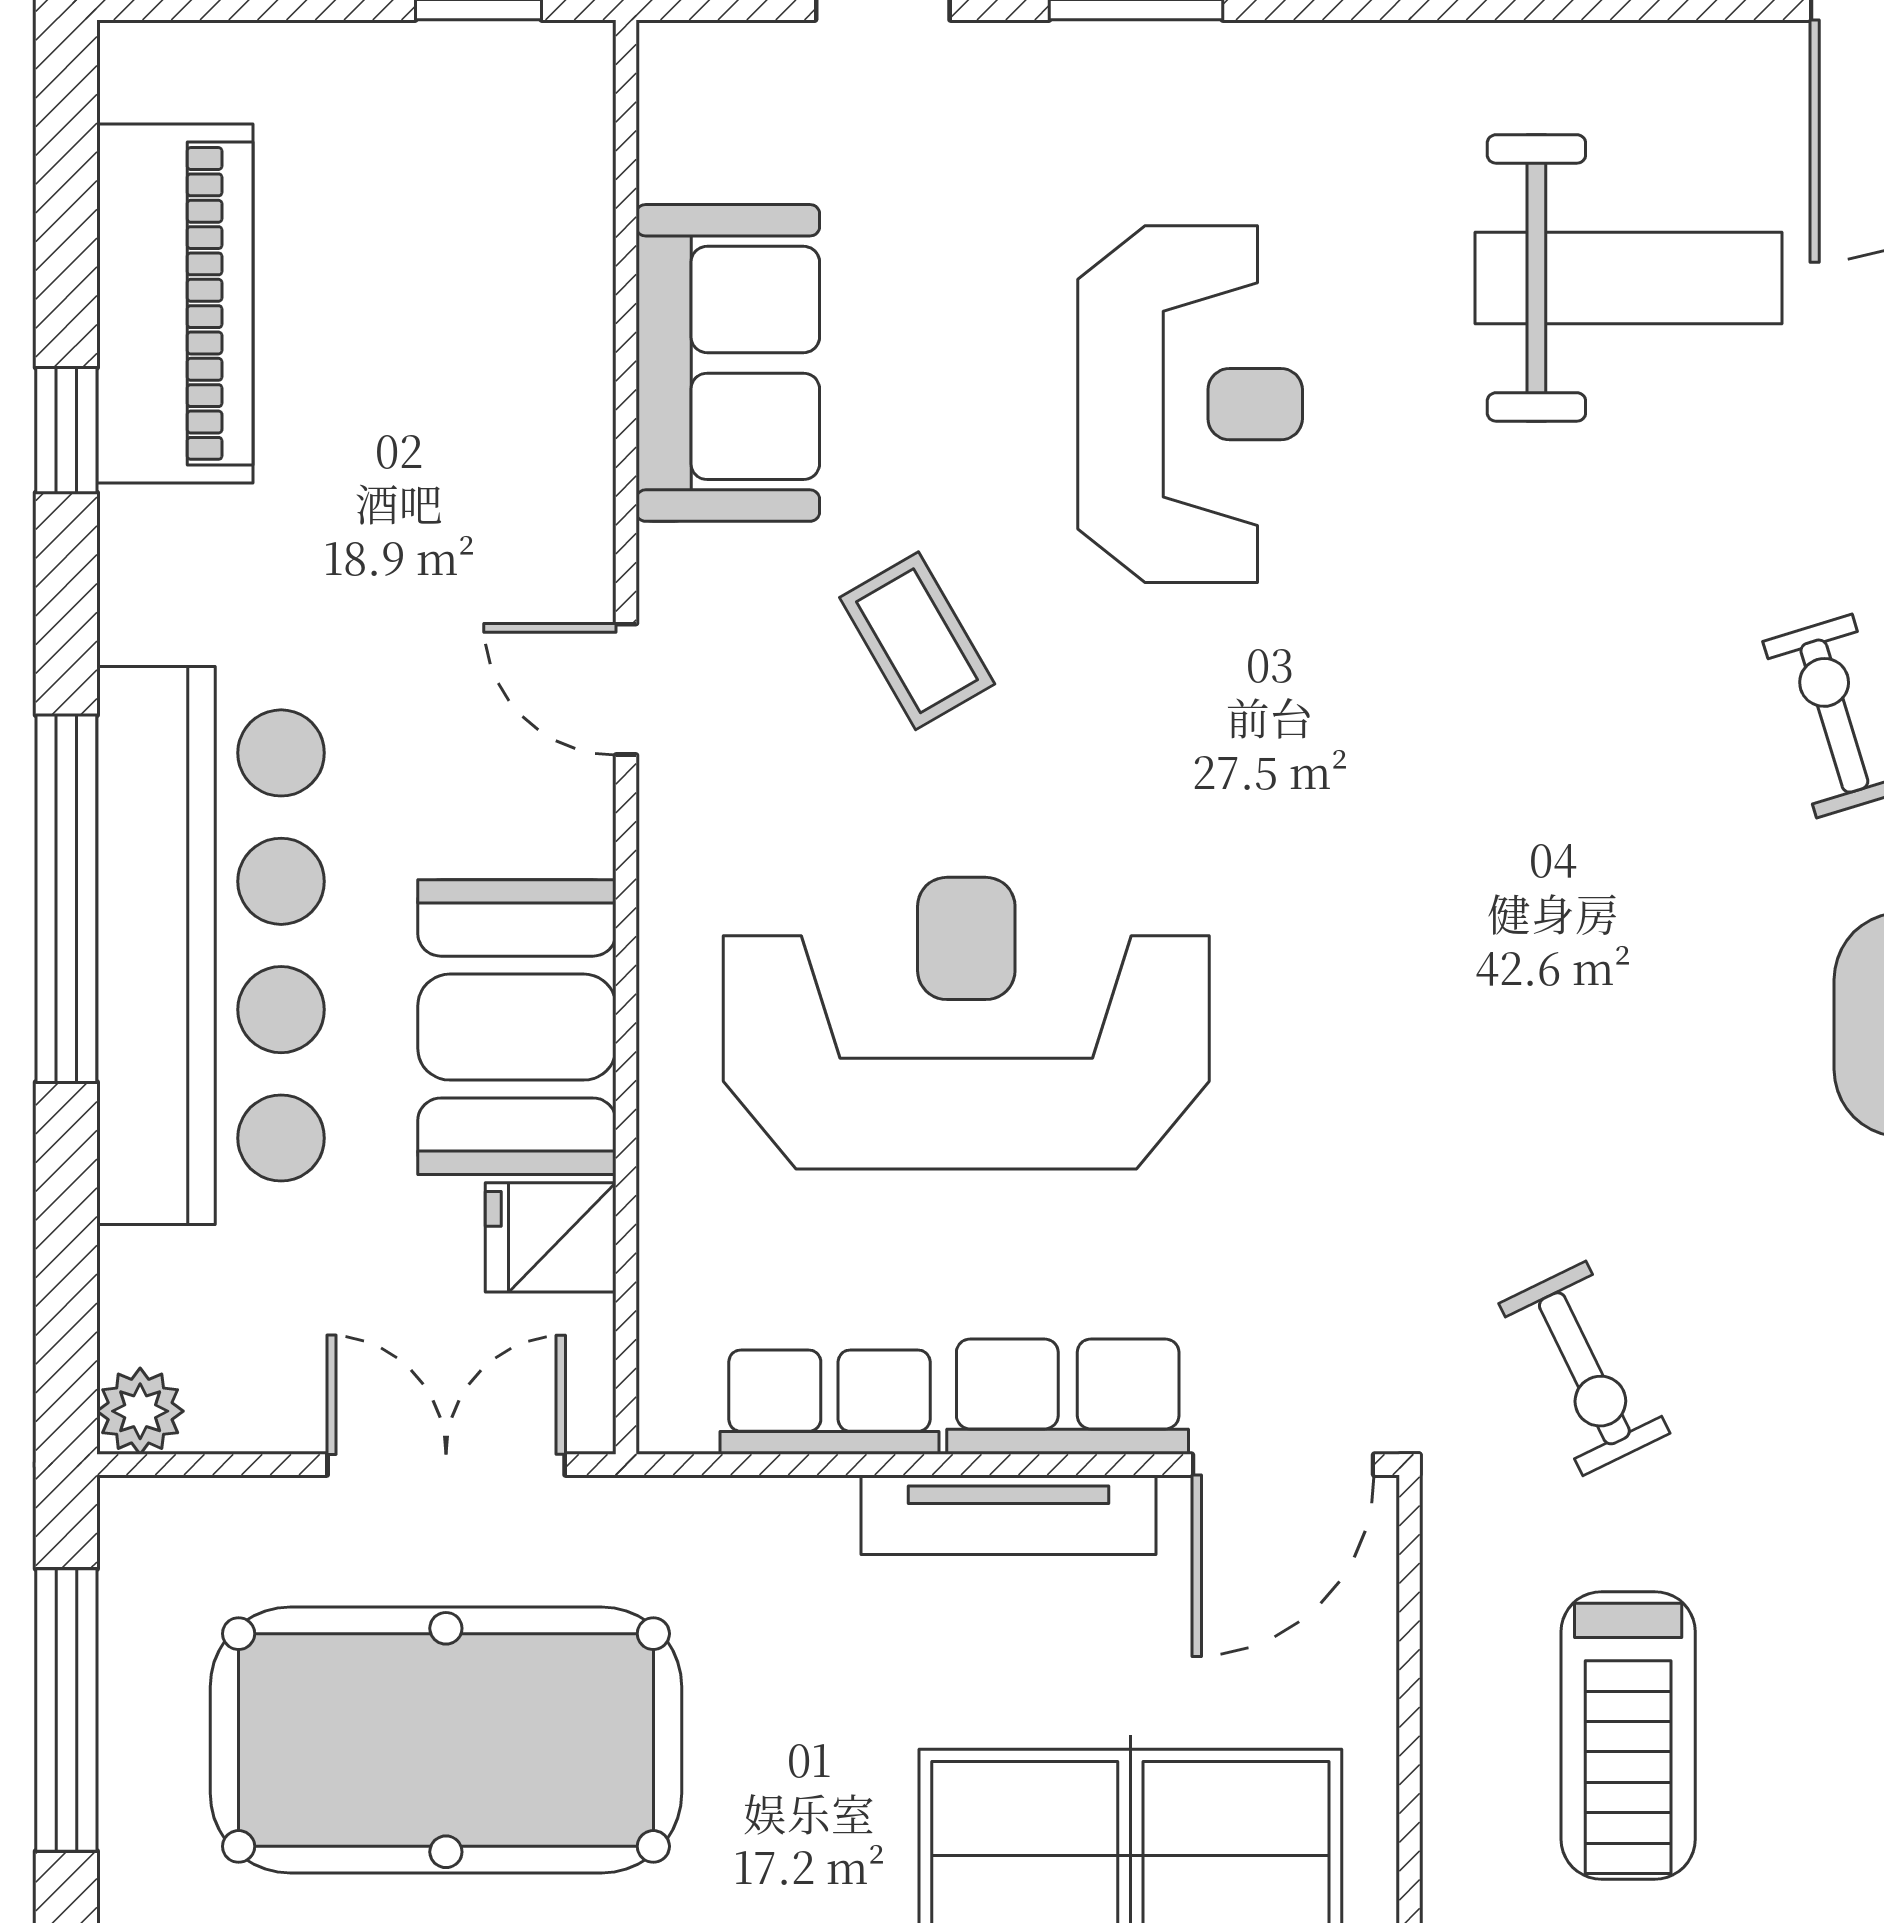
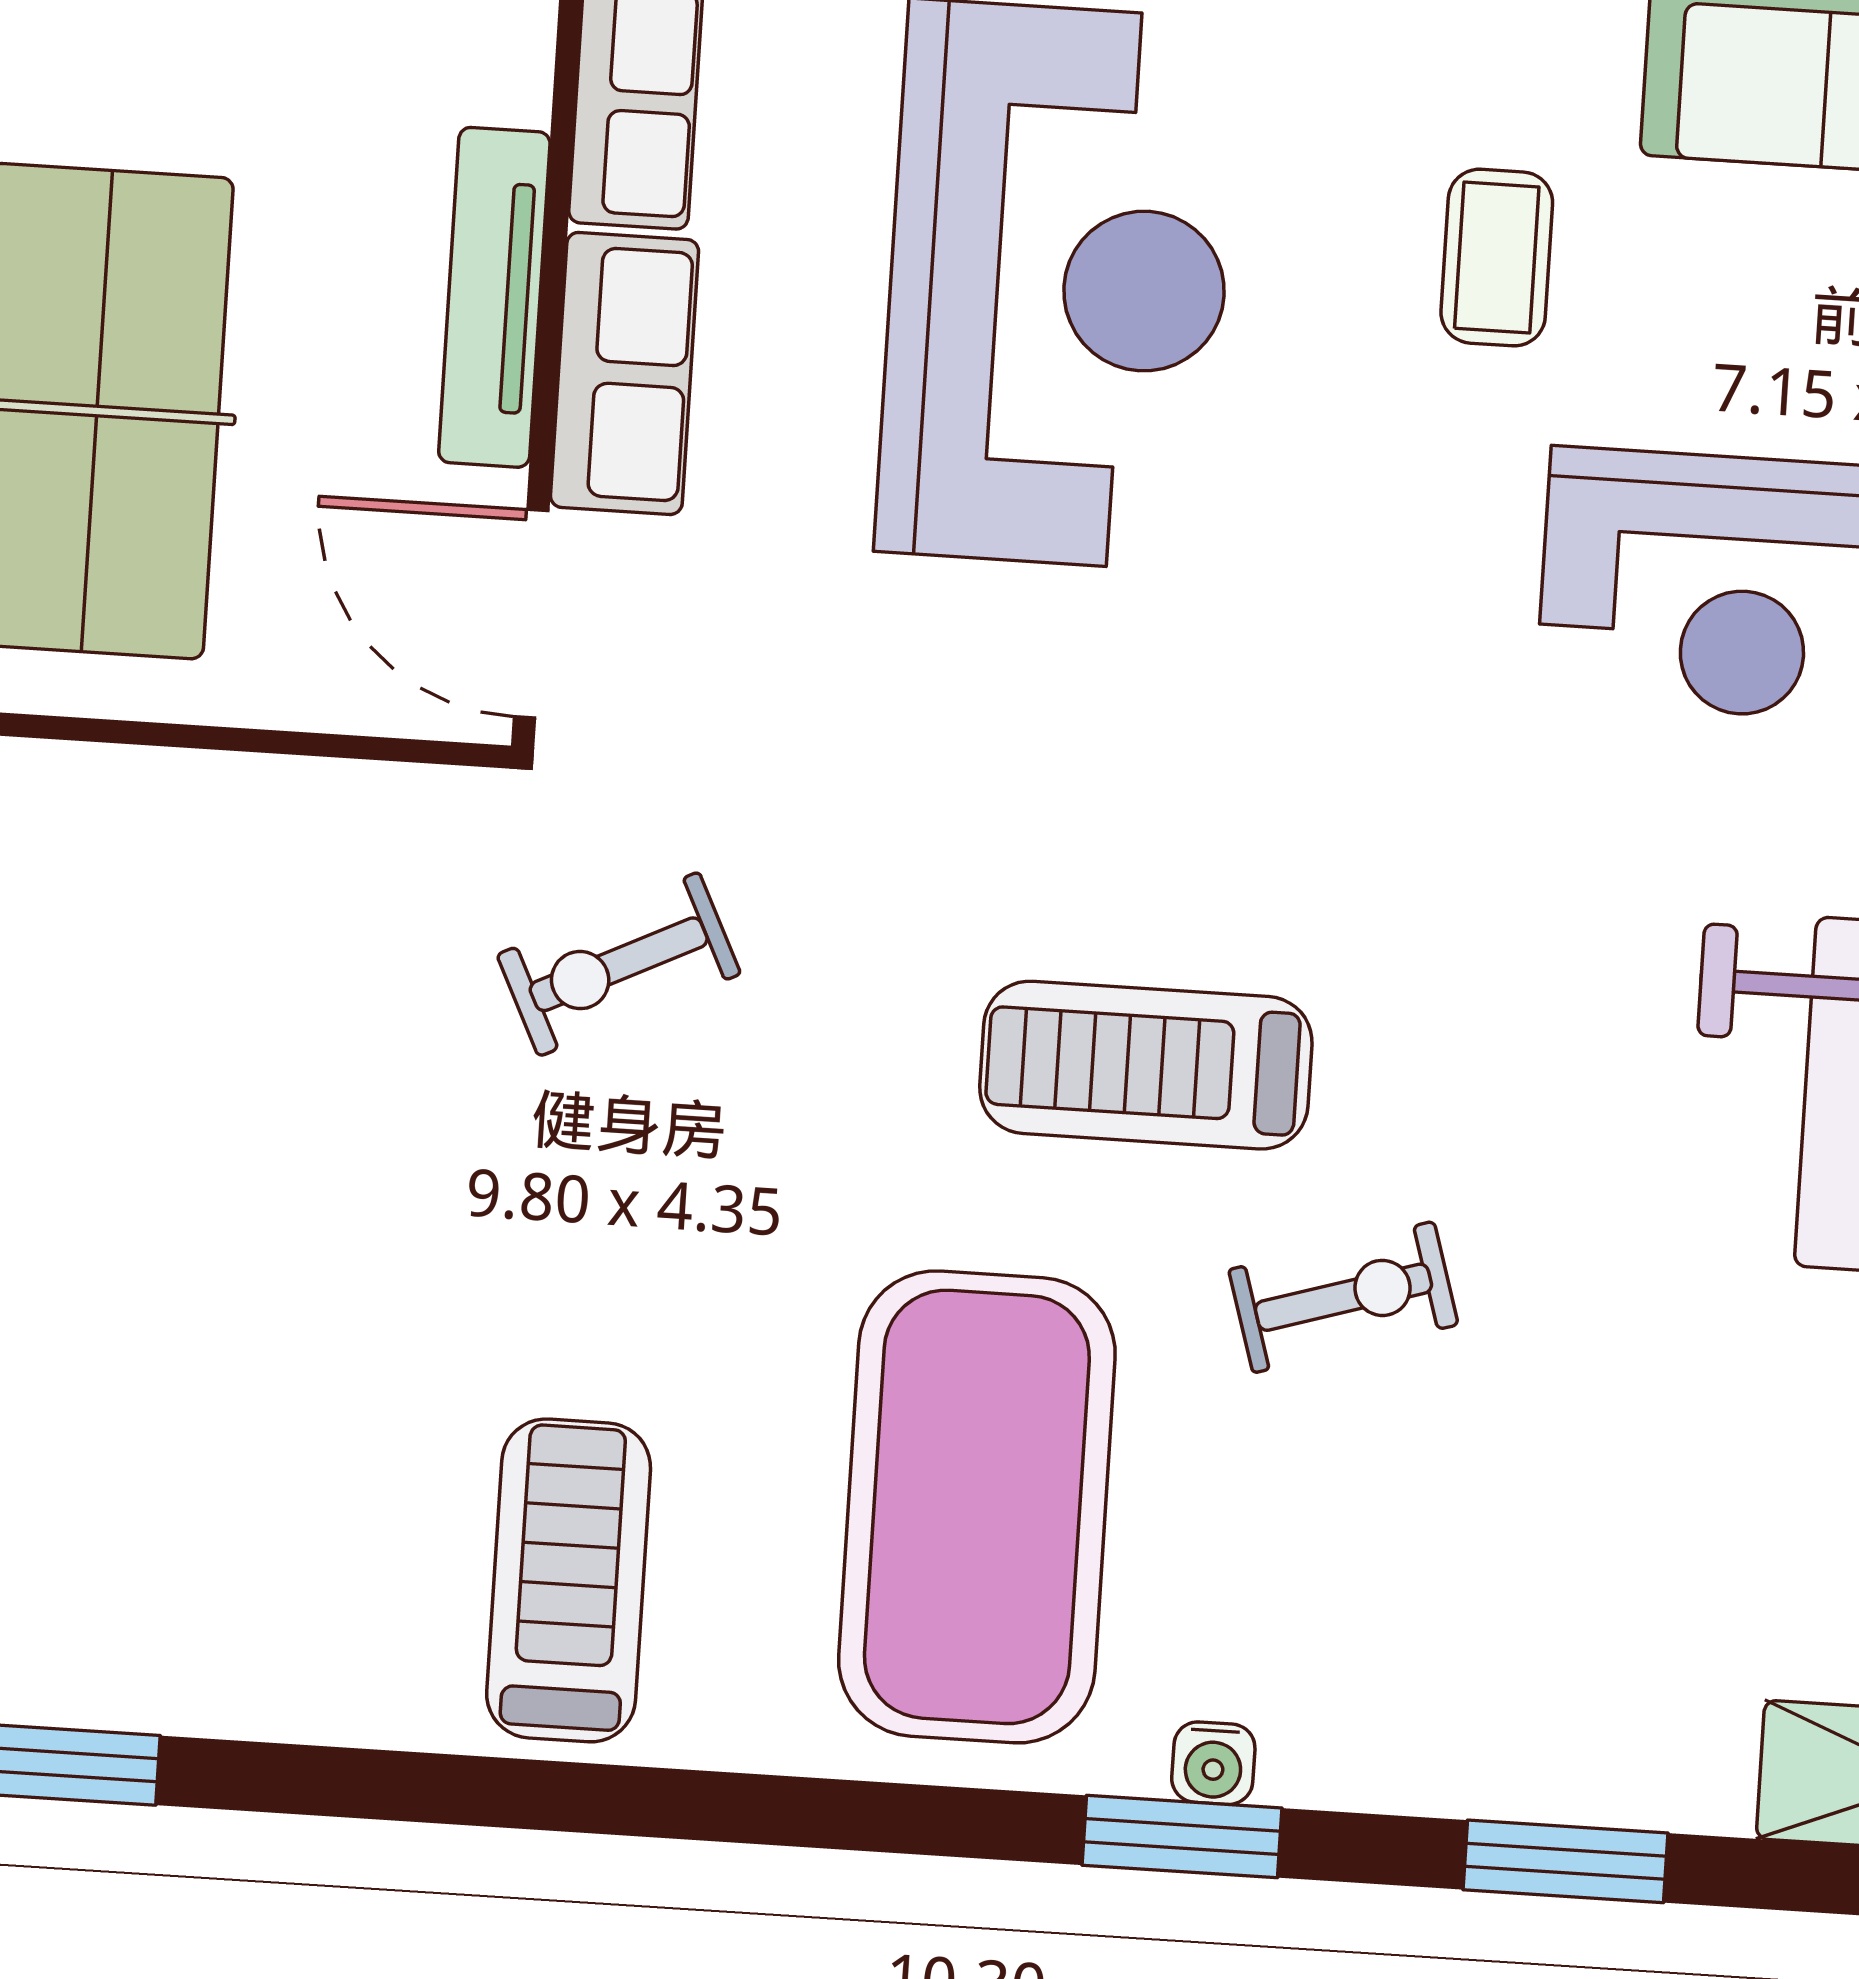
coffee table: (917, 641) -> (1497, 258), turned -60
treadmill: (1628, 1735) -> (1146, 1065), moved

